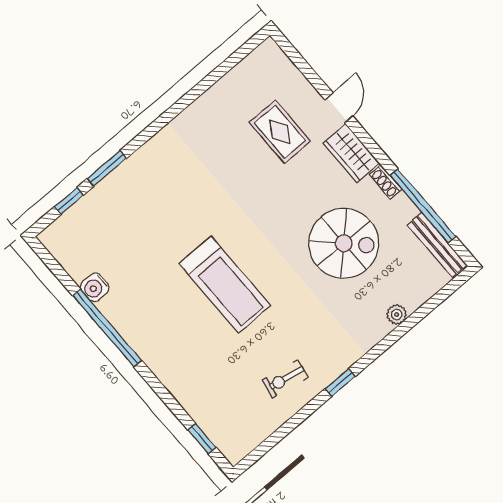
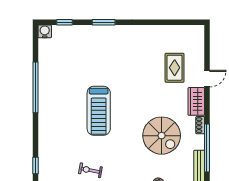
window: (107, 168) -> (104, 22), moved
water cooler: (95, 287) -> (45, 31), moved, turned 90

